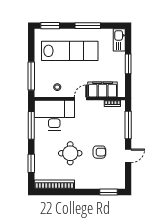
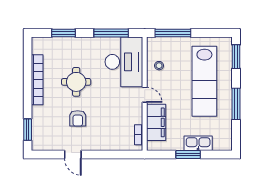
kitchen sink: (119, 40) -> (198, 143), moved
window: (128, 125) -> (112, 154), removed
bookcase: (54, 184) -> (37, 80), moved

